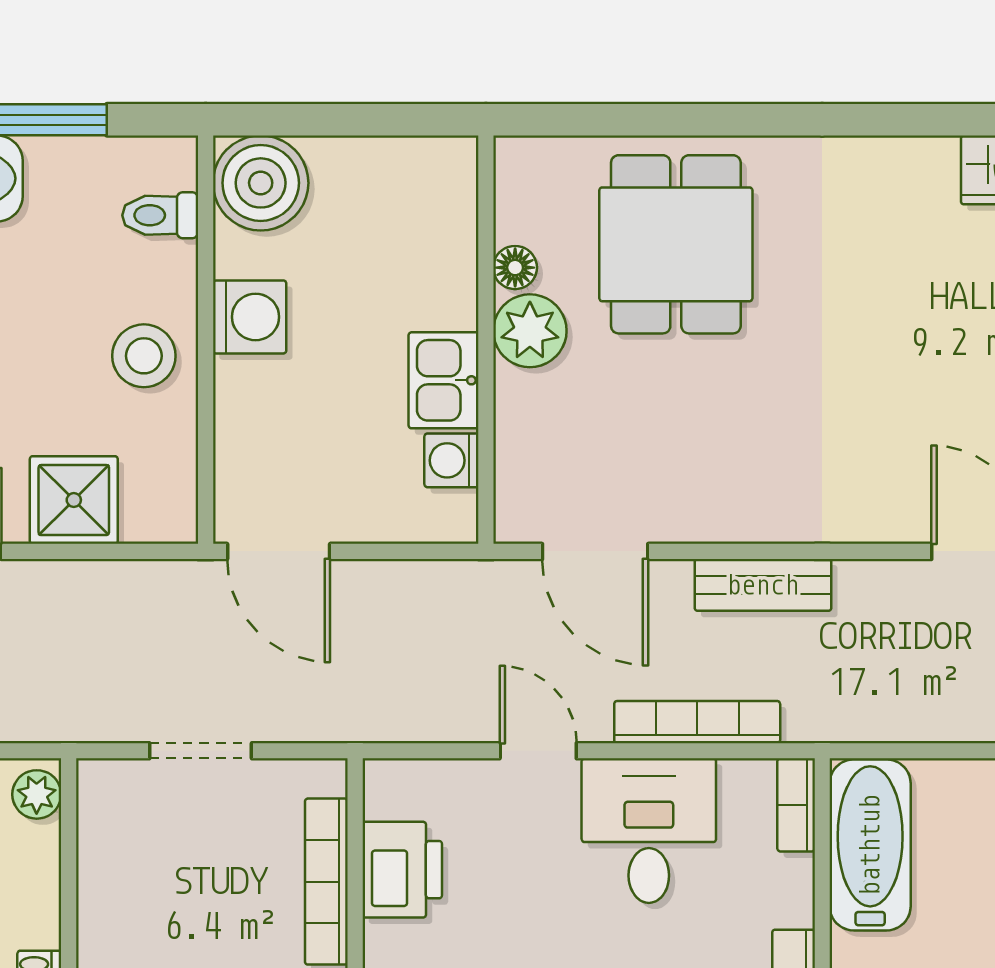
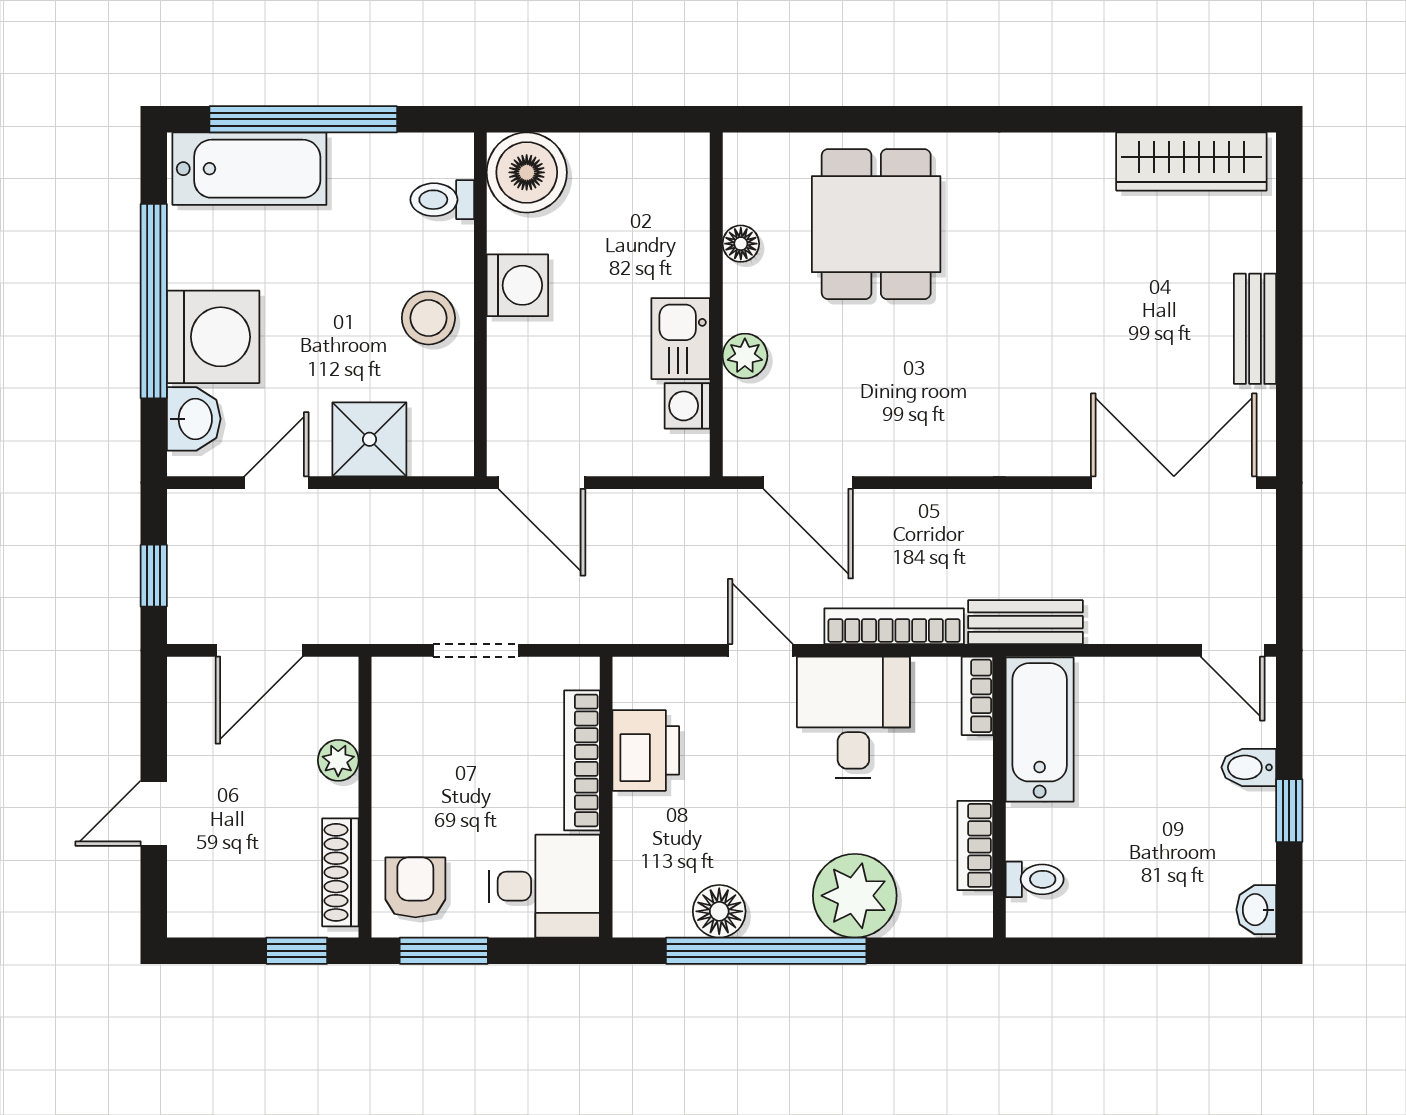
plant: (530, 331) -> (745, 356), moved, width x0.73, depth x0.73
bench: (763, 585) -> (1025, 622), moved
plant: (37, 794) -> (338, 760), moved

